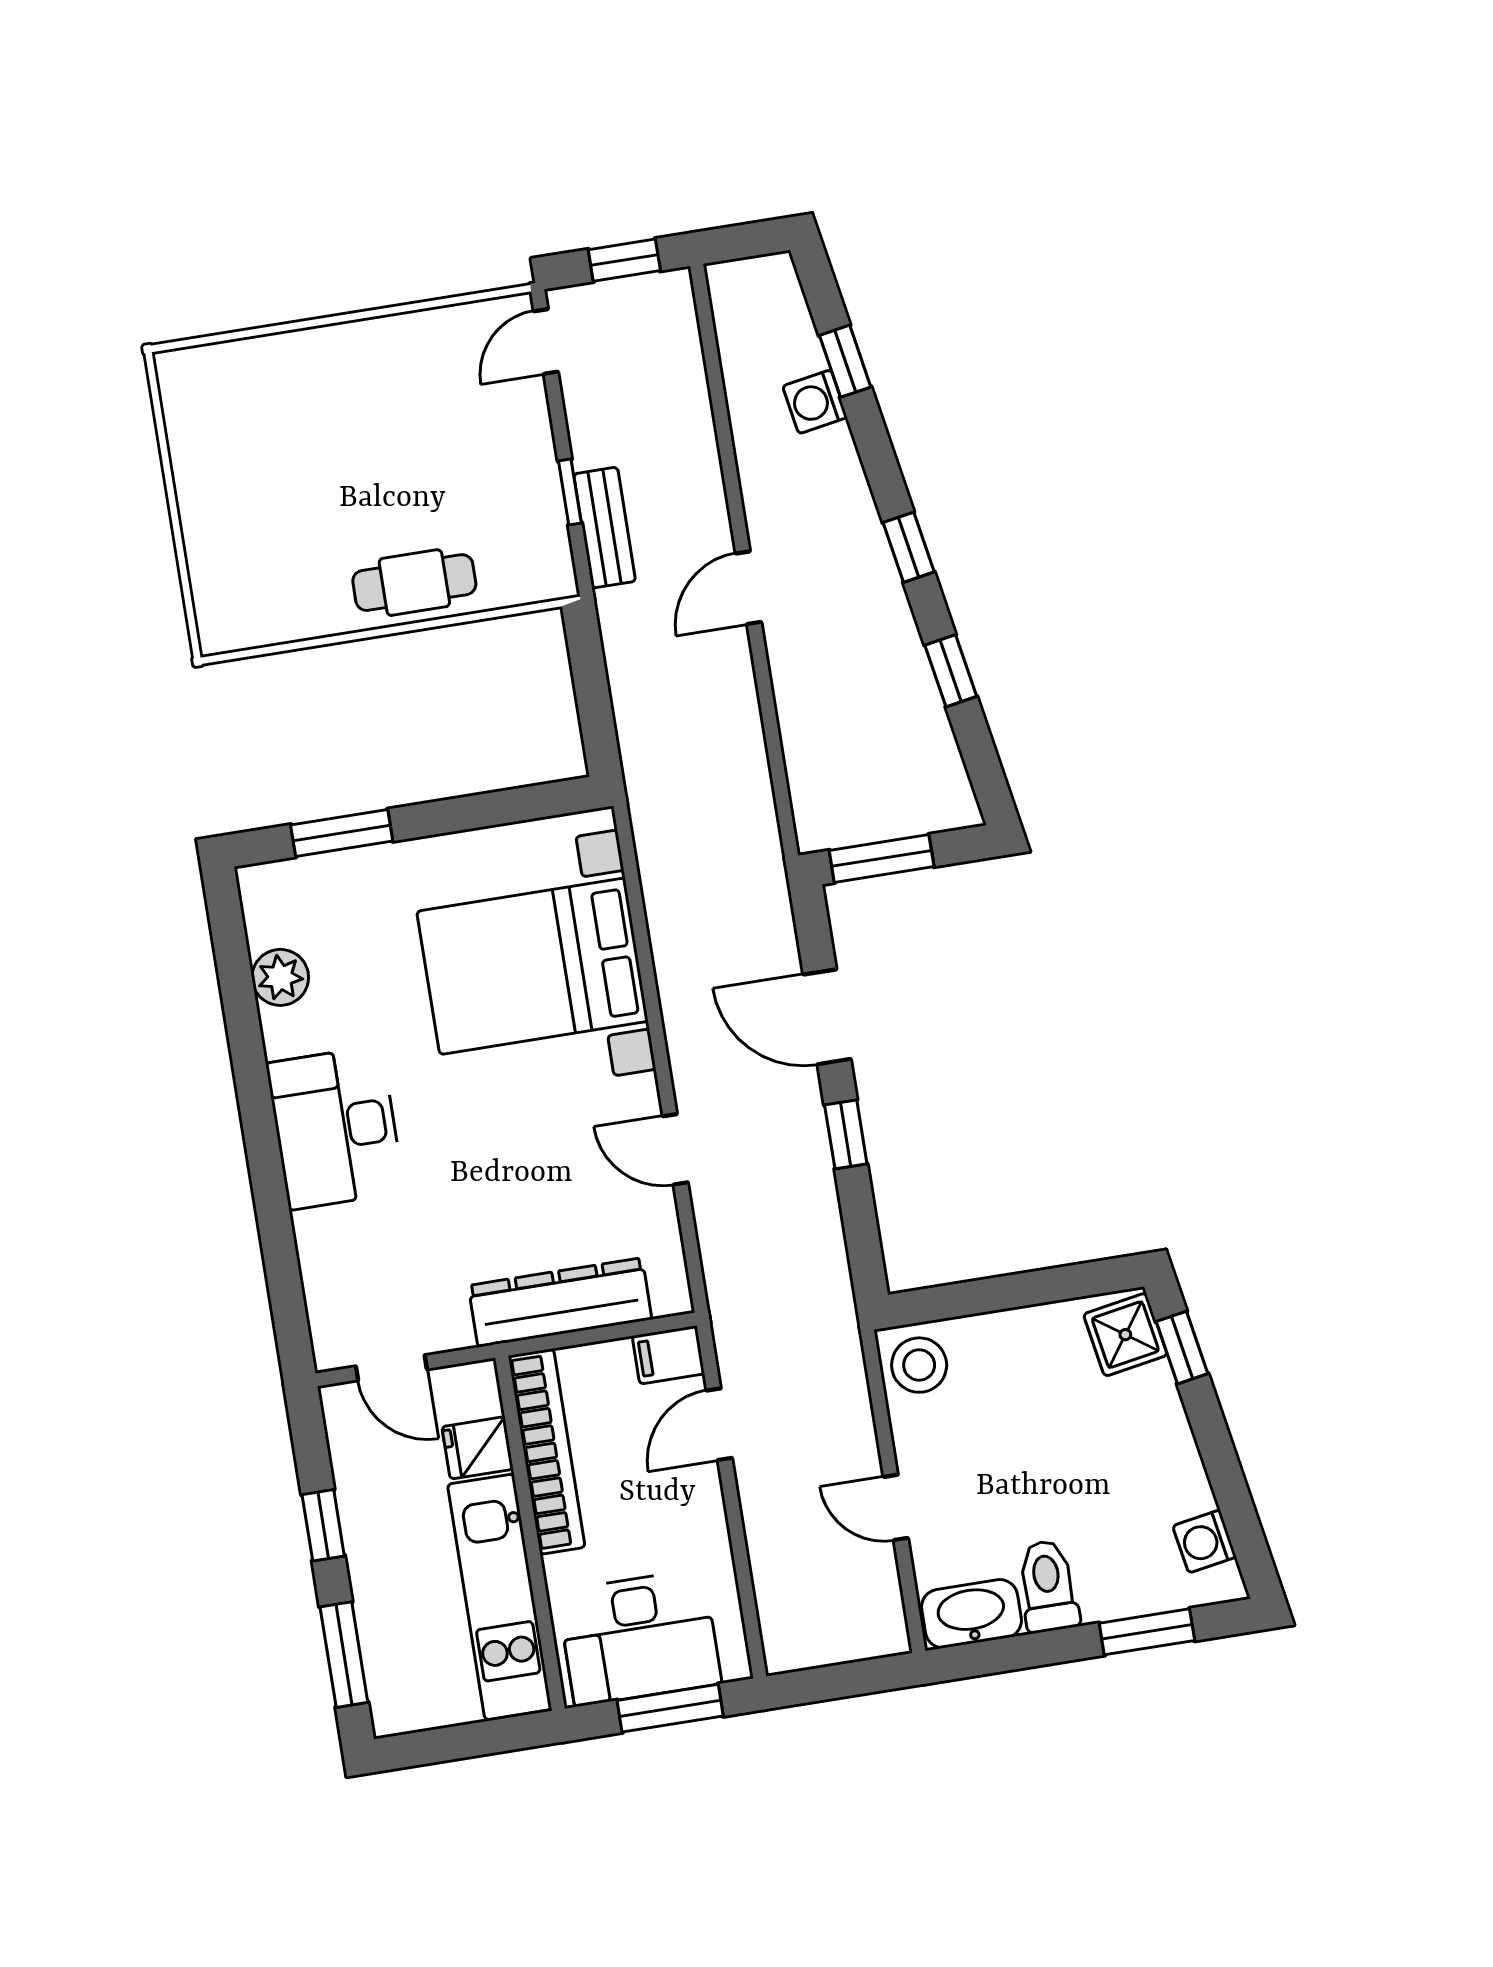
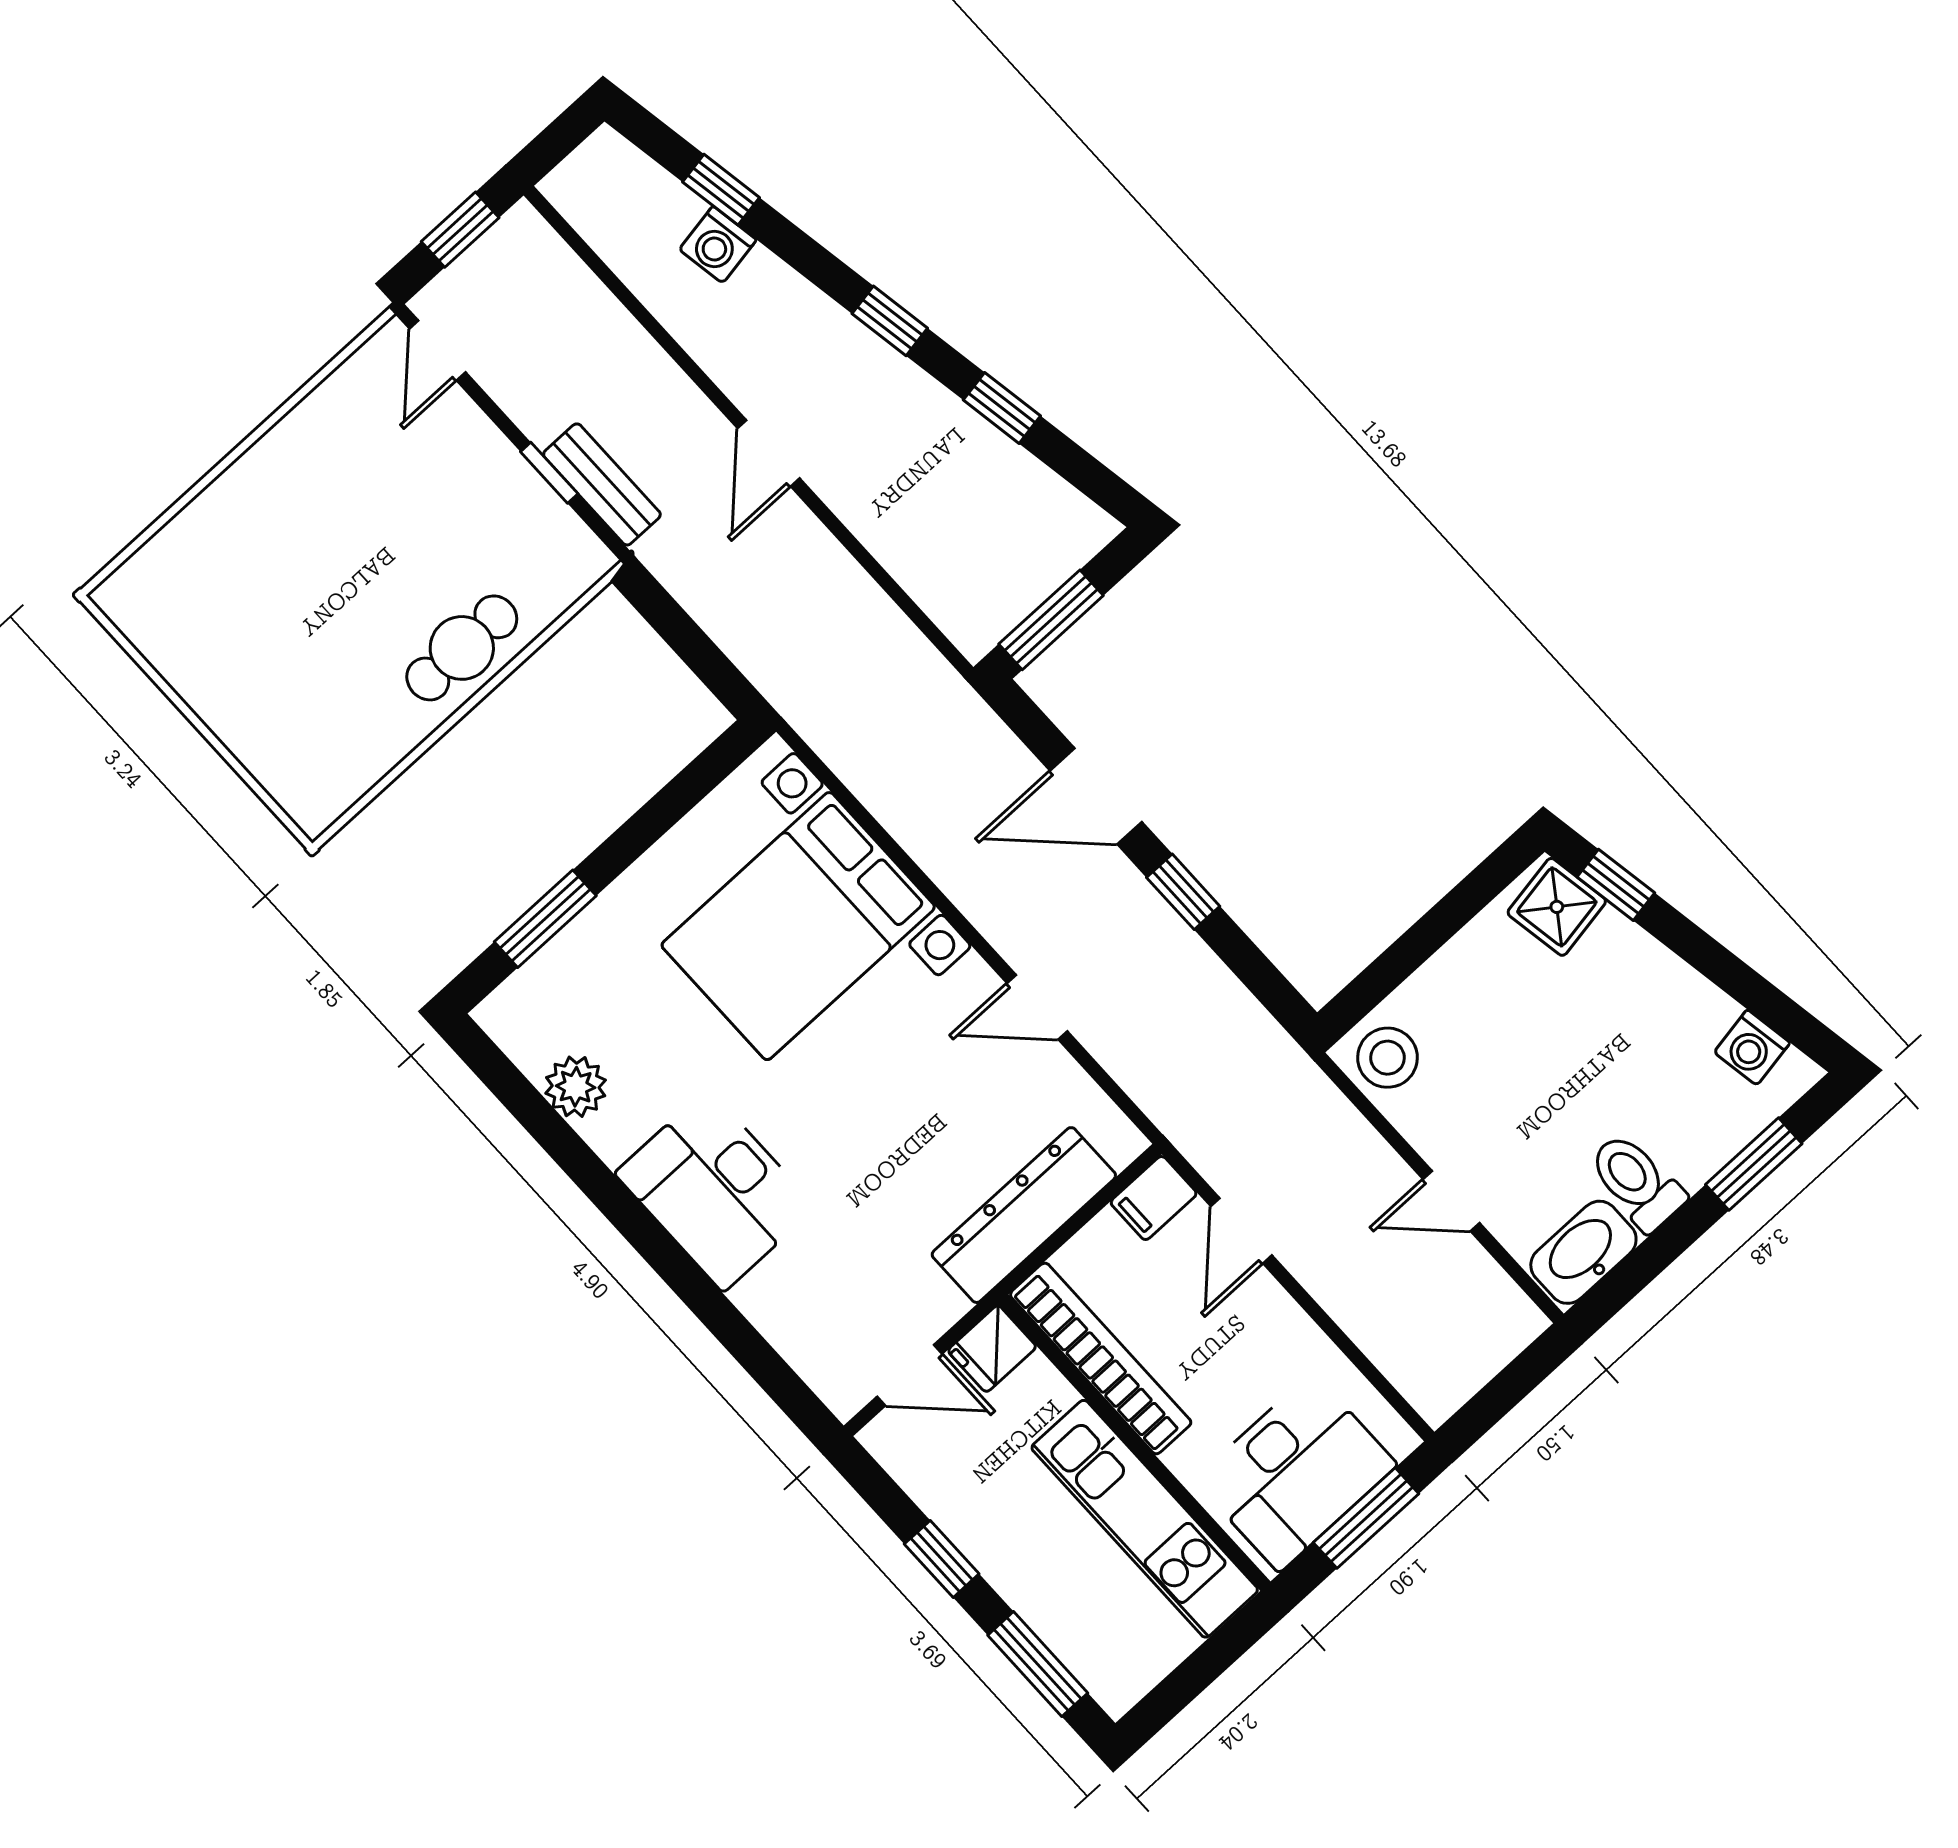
fridge: (478, 1448) -> (992, 1349), moved

